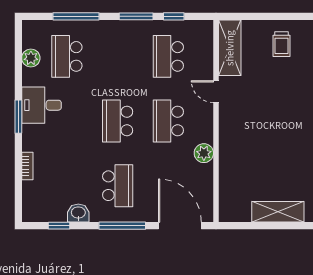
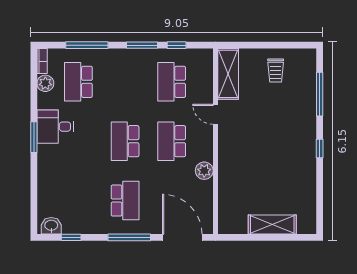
bookcase: (27, 166) -> (42, 61), moved
washbasin: (78, 213) -> (51, 226), moved

